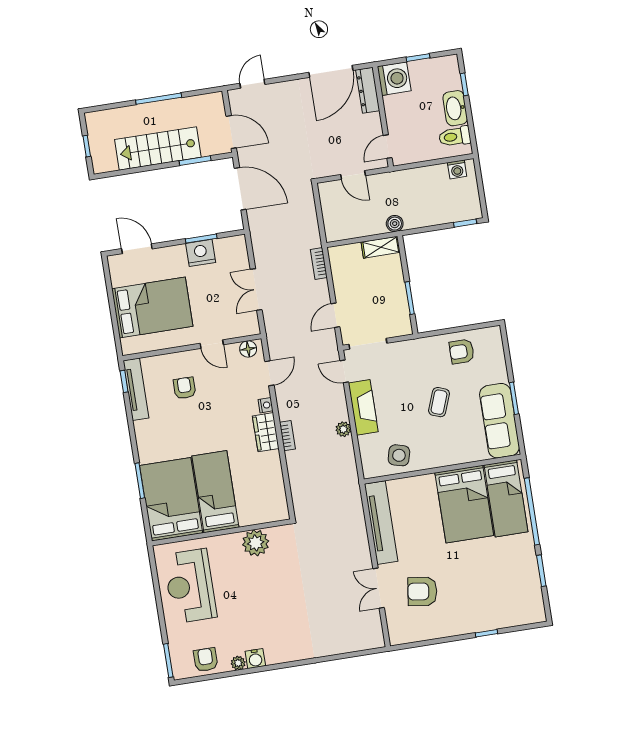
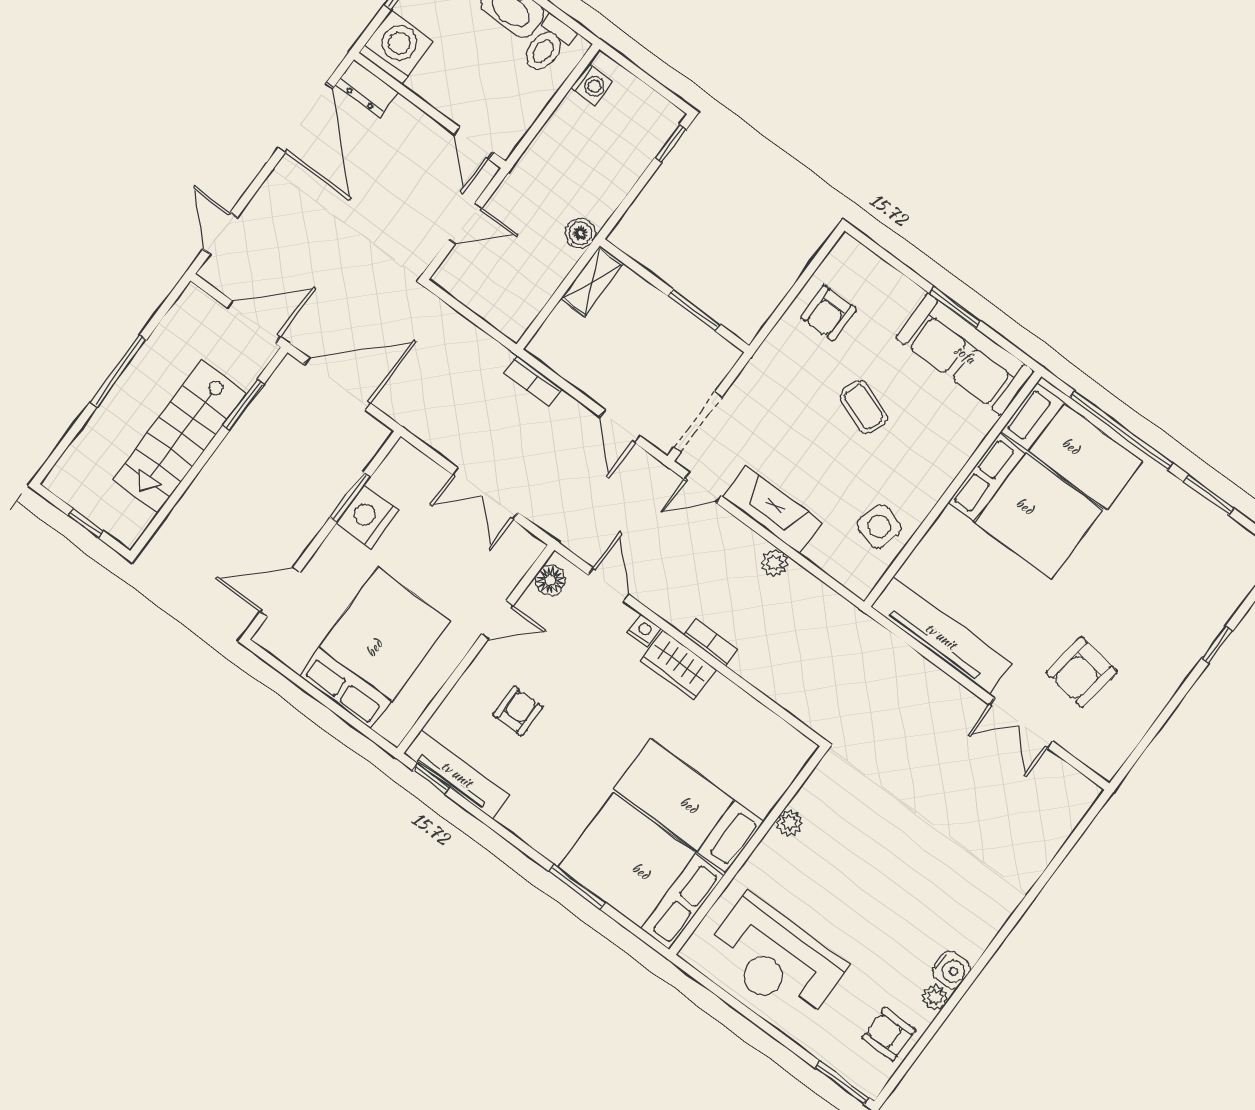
dresser: (368, 90) -> (367, 88), width x0.70
armchair: (184, 388) -> (518, 711), turned 90
plant: (256, 543) -> (789, 823), width x0.53, depth x0.53

